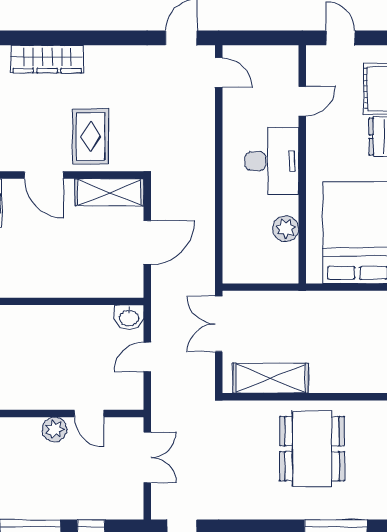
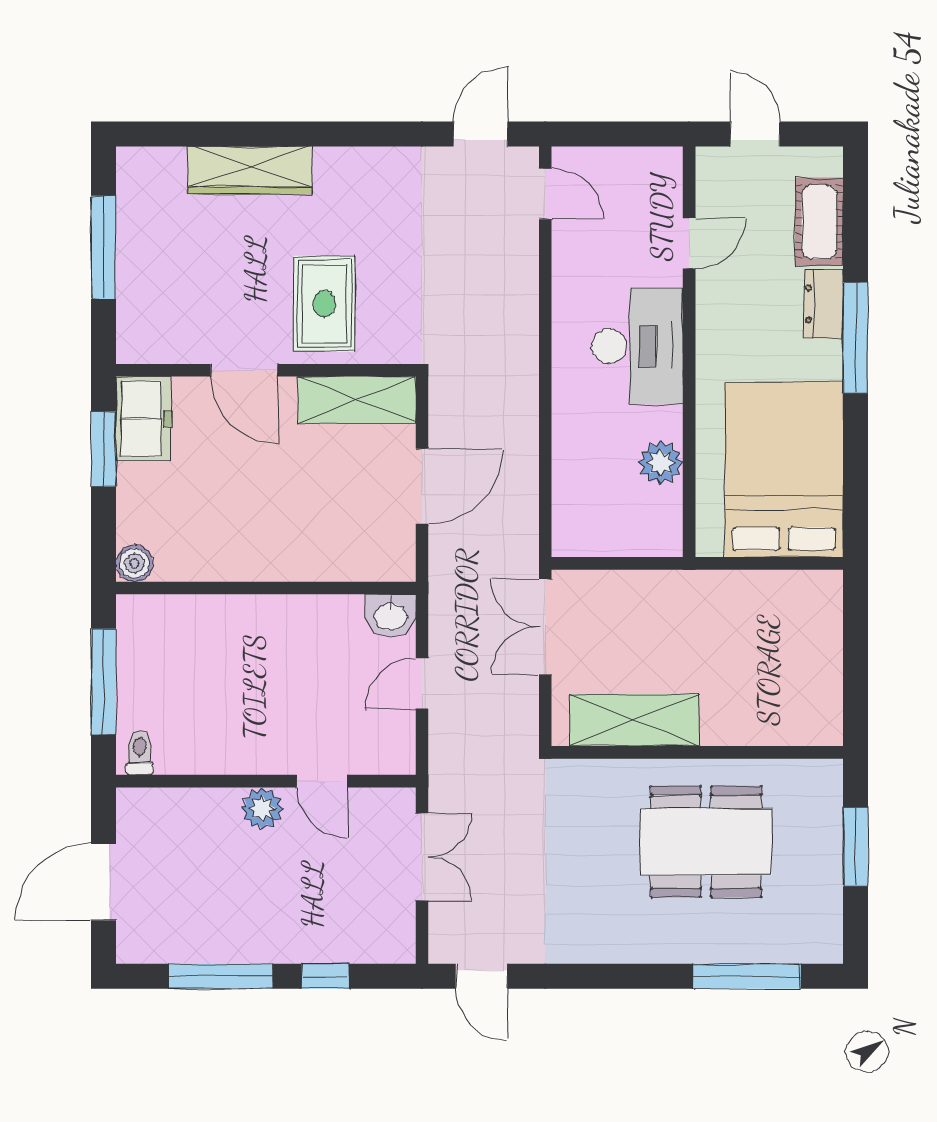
dining table: (312, 449) -> (706, 842), turned 90

